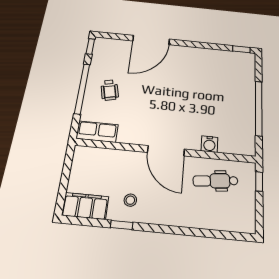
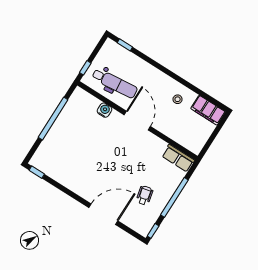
wheelchair: (110, 90) -> (145, 195), moved
dental chair: (215, 181) -> (115, 83), width x1.36, depth x1.38
window: (122, 225) -> (125, 45), moved

